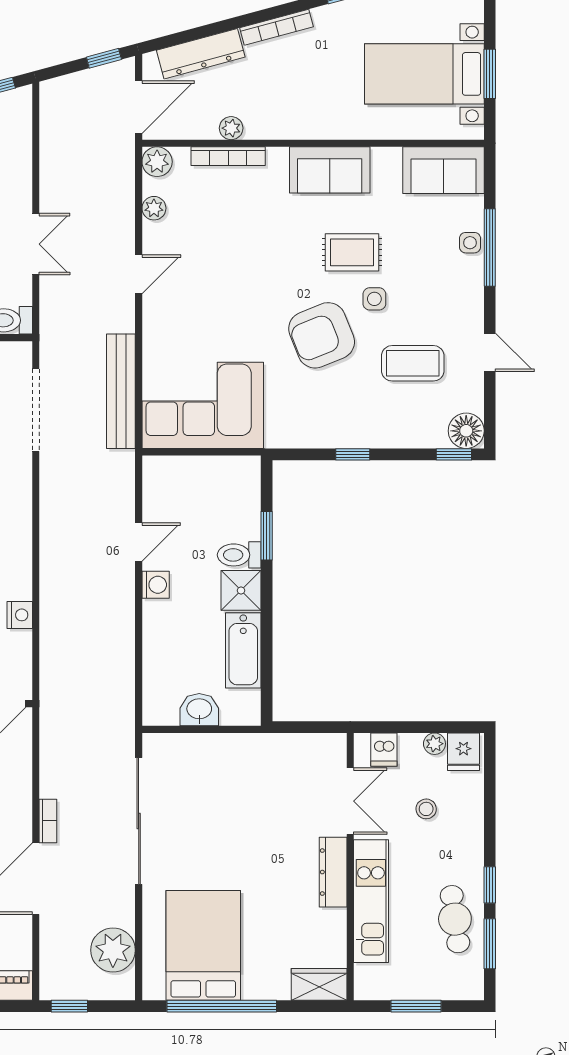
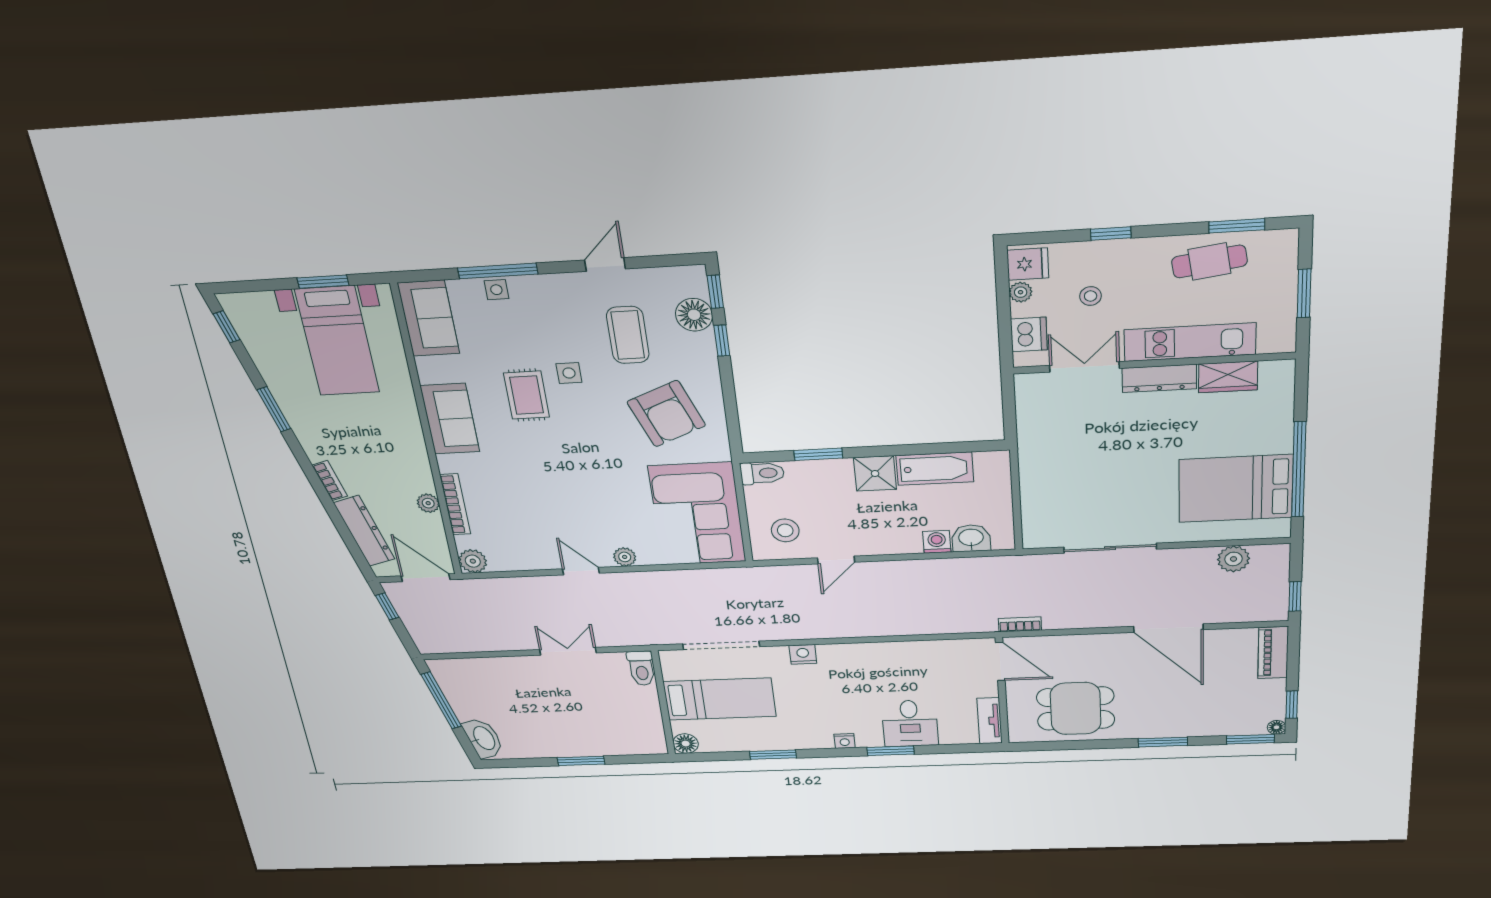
bookcase: (277, 27) -> (330, 481), width x0.64
plant: (154, 208) -> (625, 557), moved
armchair: (322, 335) -> (666, 414), moved
bench: (121, 391) -> (694, 580), removed
floor lamp: (466, 431) -> (694, 315), moved
window: (353, 454) -> (722, 341), moved
stool: (178, 493) -> (785, 530), added
door: (139, 542) -> (836, 560), swing flipped
toilet: (239, 555) -> (762, 473), moved, turned -90
washing machine: (156, 585) -> (937, 542), moved
nightstand: (20, 615) -> (803, 654), moved
washbasin: (199, 710) -> (971, 538), moved, turned 90
dishwasher: (384, 750) -> (1029, 334), width x1.38
bookcase: (48, 821) -> (1020, 624), moved
sliding door: (139, 821) -> (1110, 548), width x0.73
window: (490, 885) -> (1111, 234), moved
plant: (113, 950) -> (1234, 559), width x0.73, depth x0.73
wardrobe: (319, 984) -> (1228, 377), moved, turned -90

